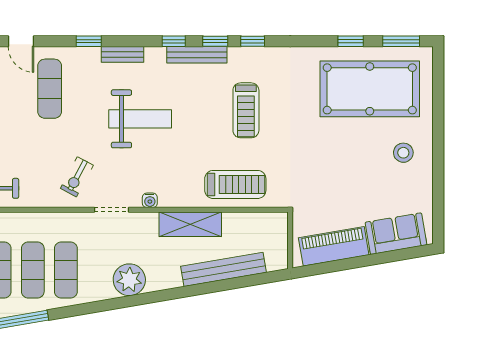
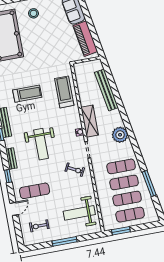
weight bench: (140, 119) -> (41, 144), turned 180
shelving: (190, 224) -> (90, 121), moved

